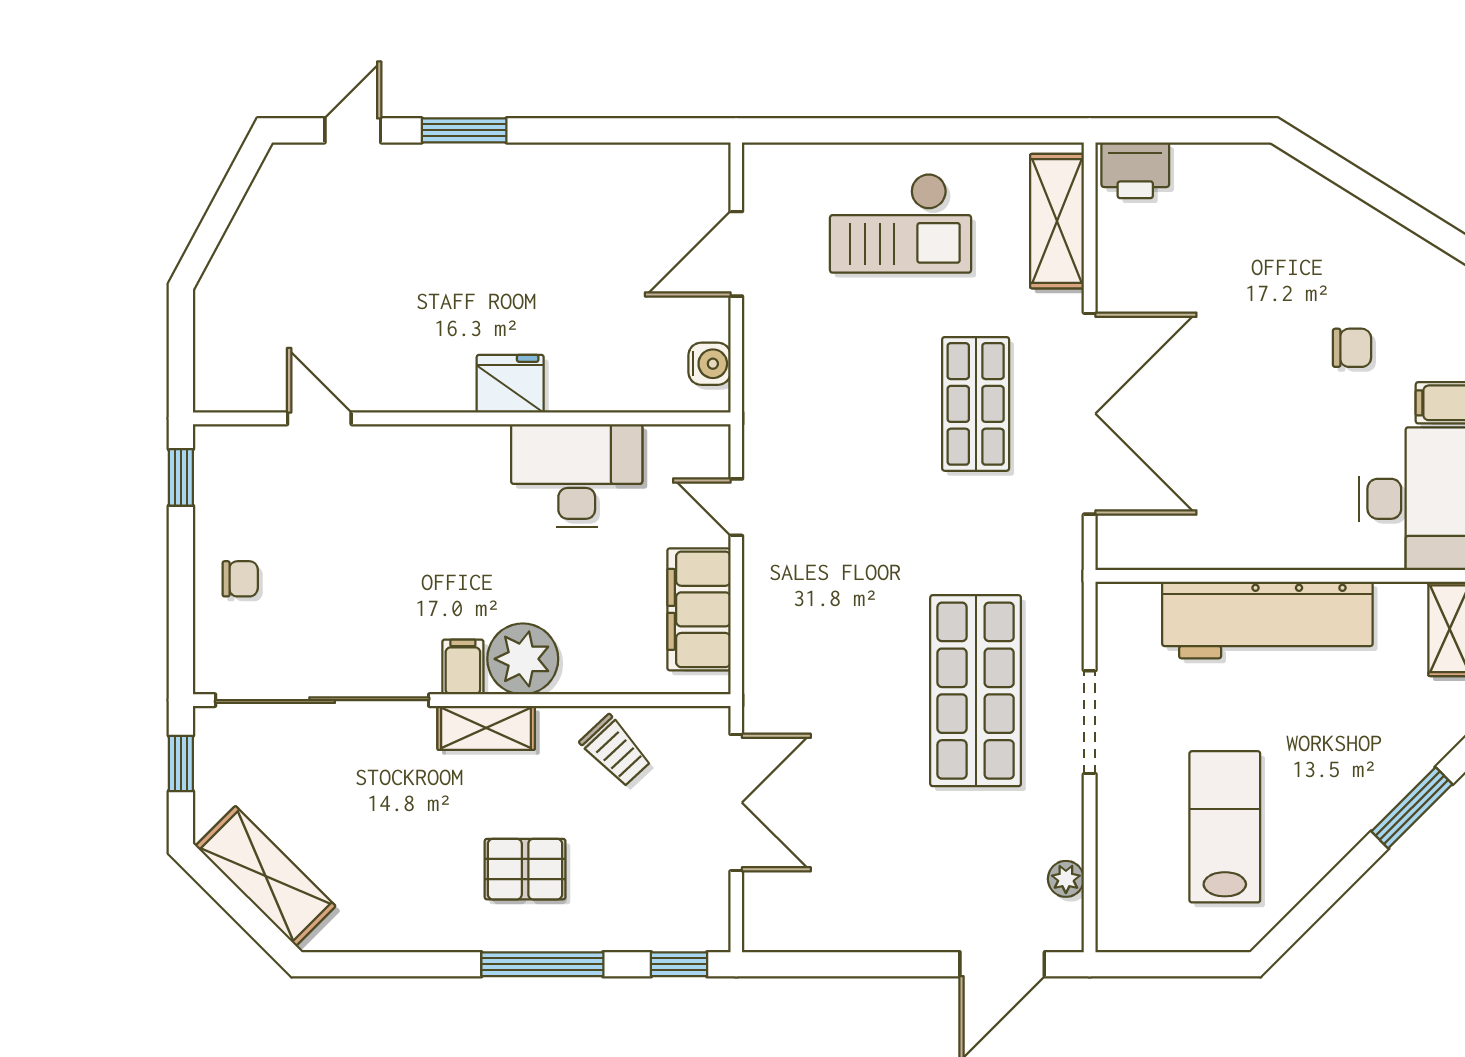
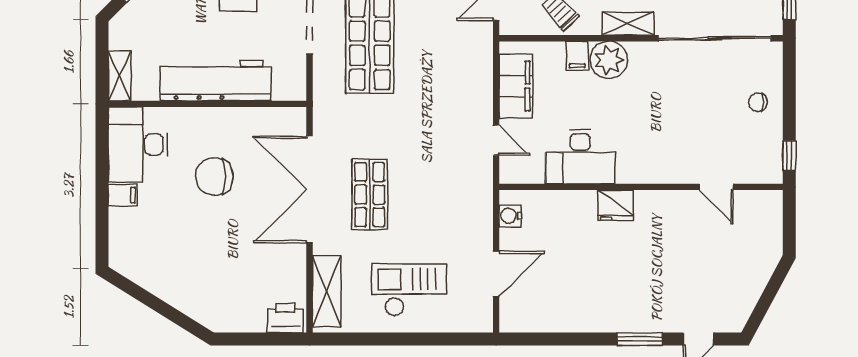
chair: (1352, 348) -> (214, 177), moved, width x1.87, depth x1.87
filing cabinet: (463, 667) -> (577, 56), moved

